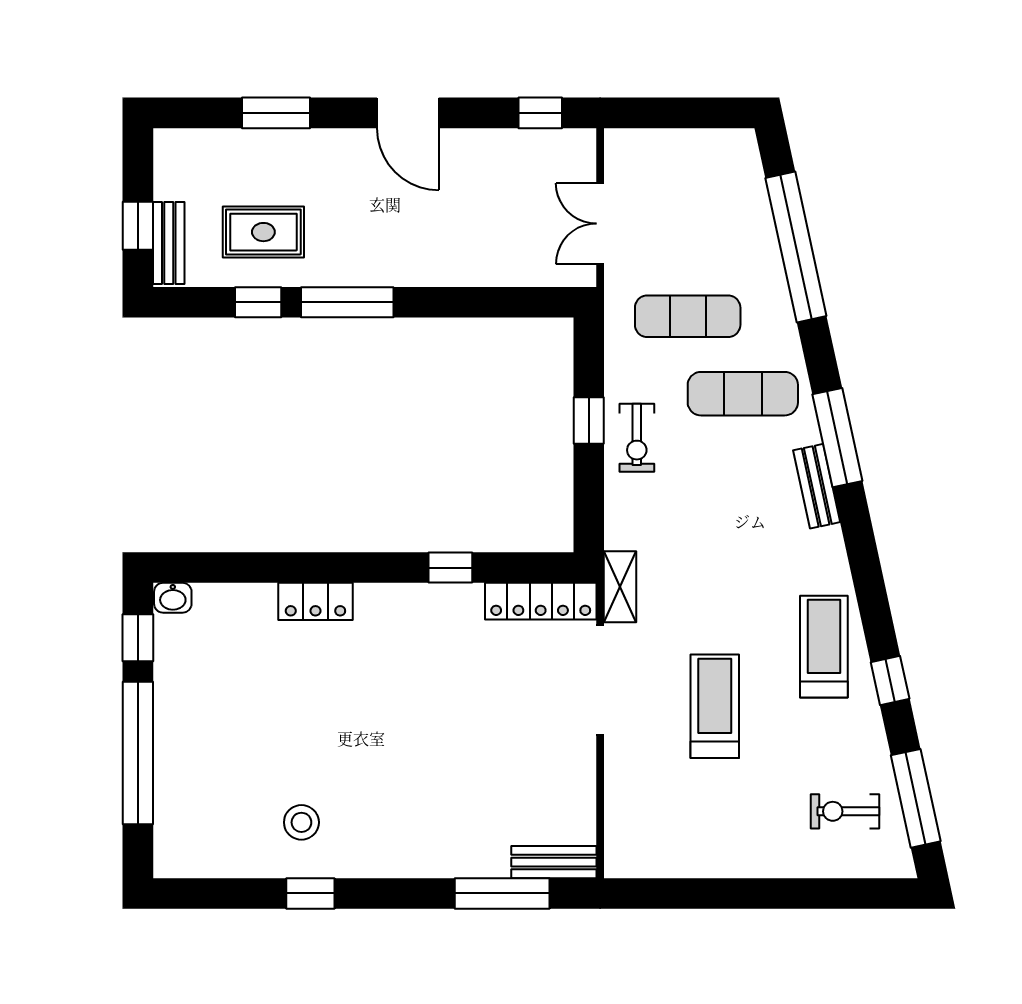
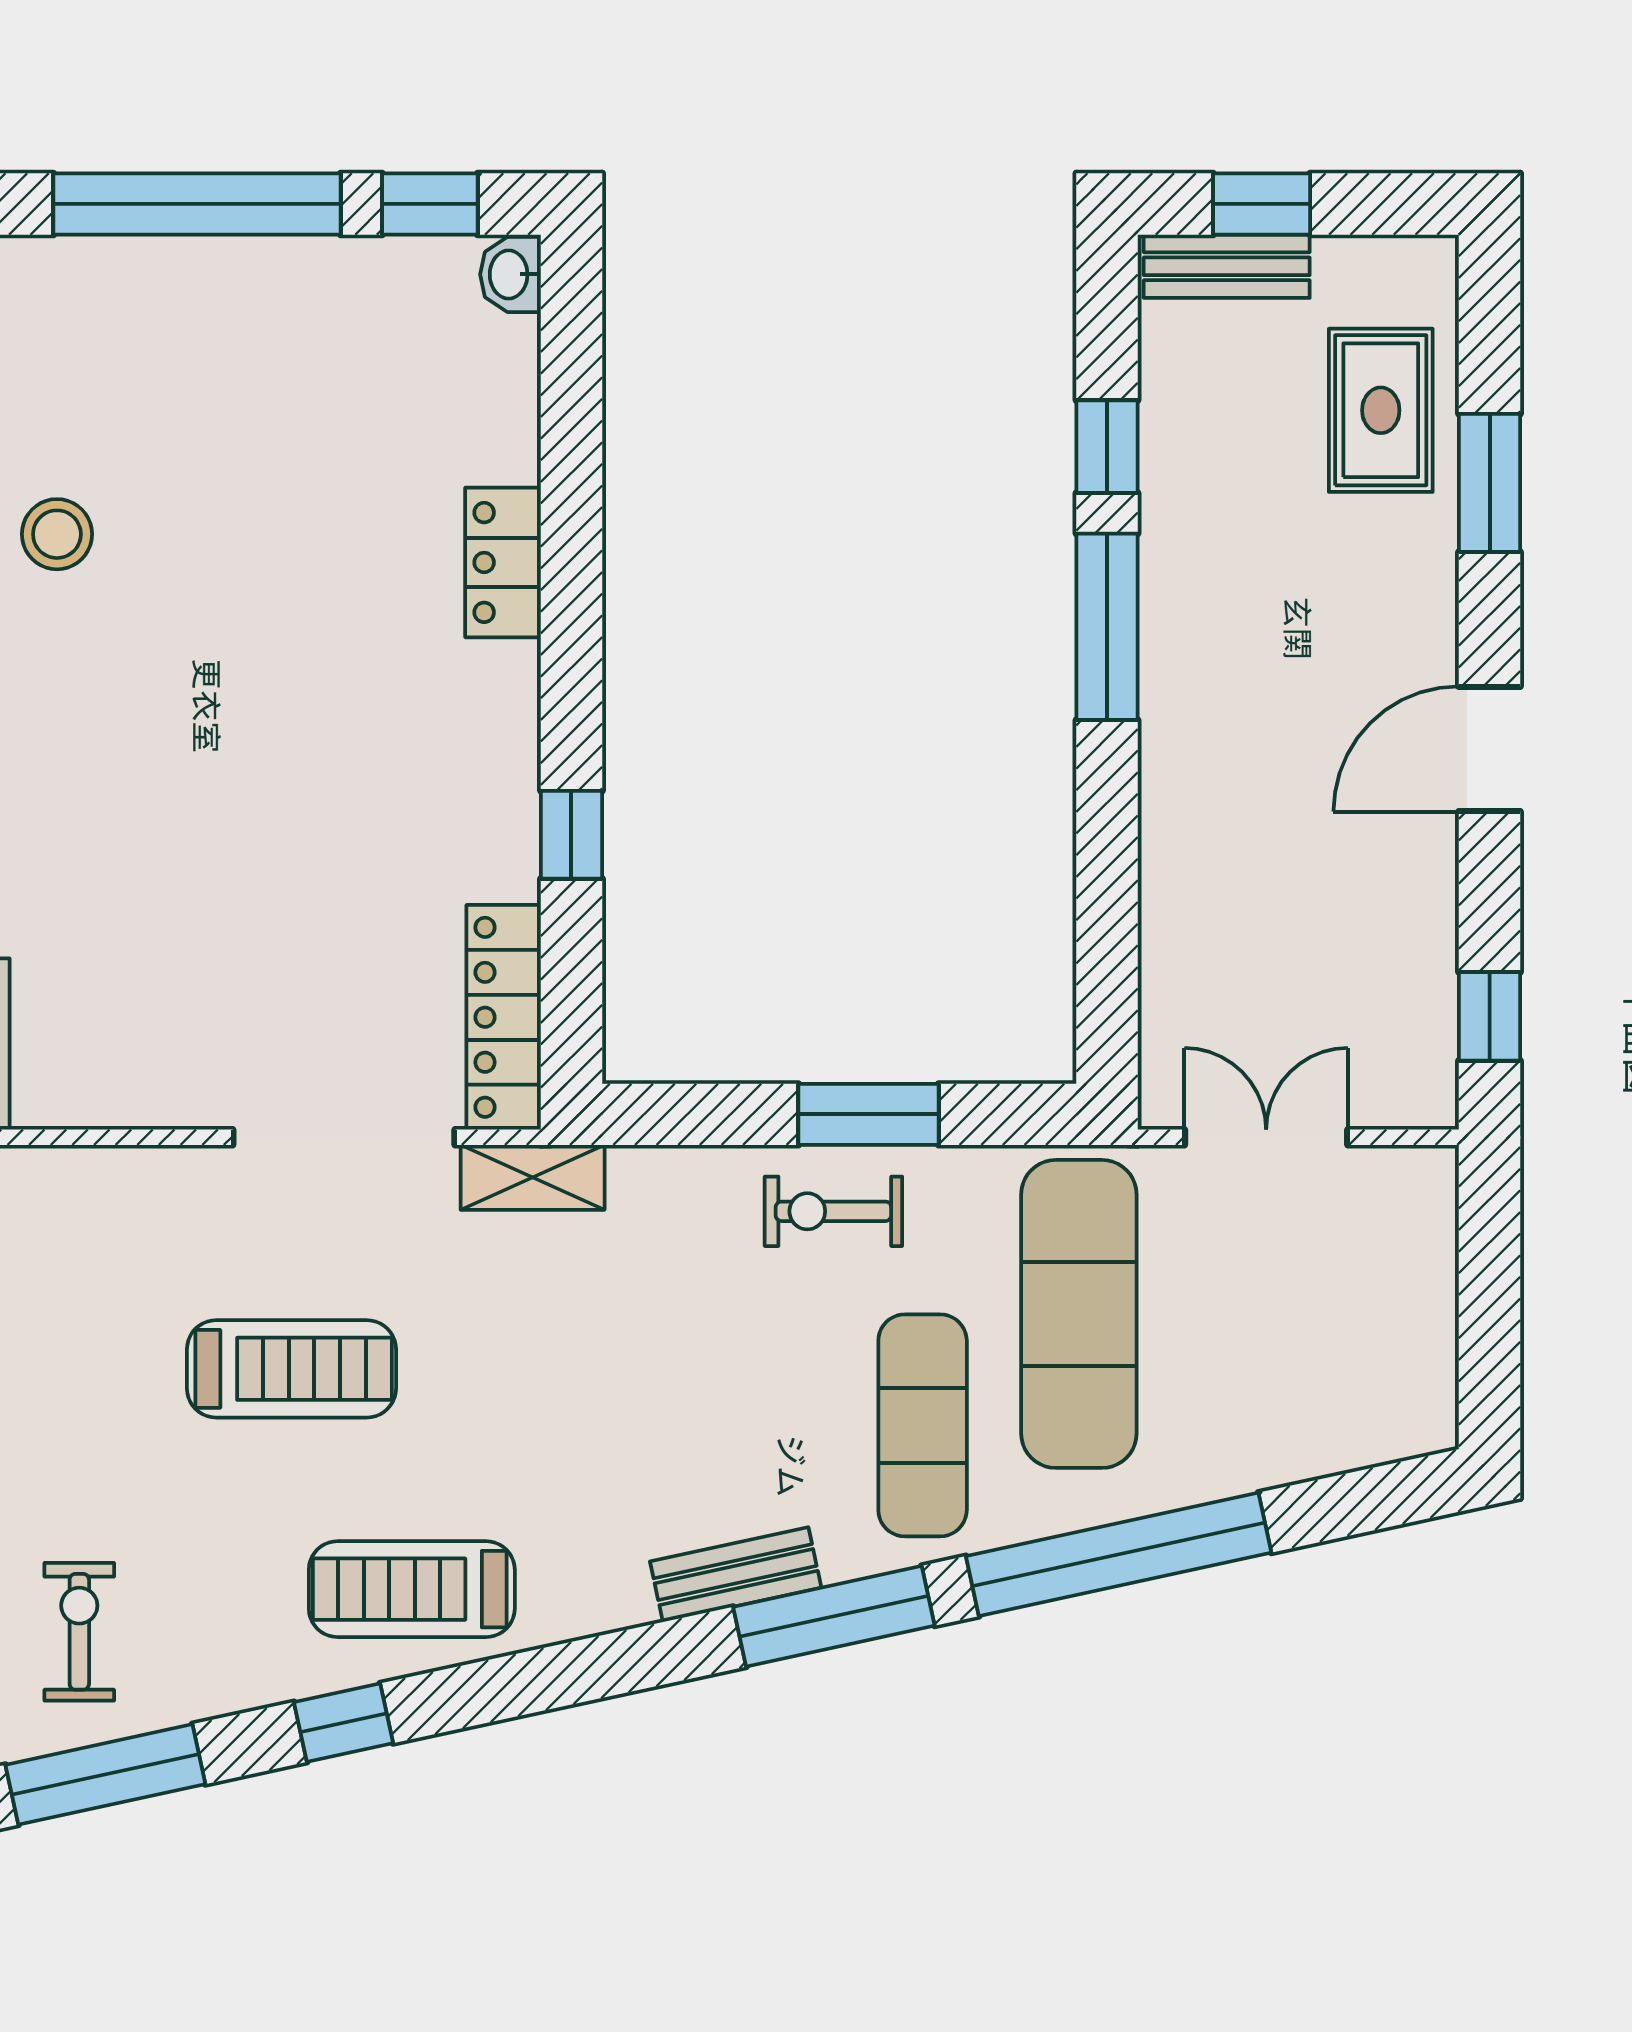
rug: (263, 232) -> (1381, 410), moved
window: (796, 247) -> (1119, 1554), moved
exercise mat: (688, 316) -> (1079, 1314), width x1.36, depth x1.45
window: (589, 420) -> (868, 1114), width x1.50
treadmill: (824, 647) -> (412, 1589), turned 180

